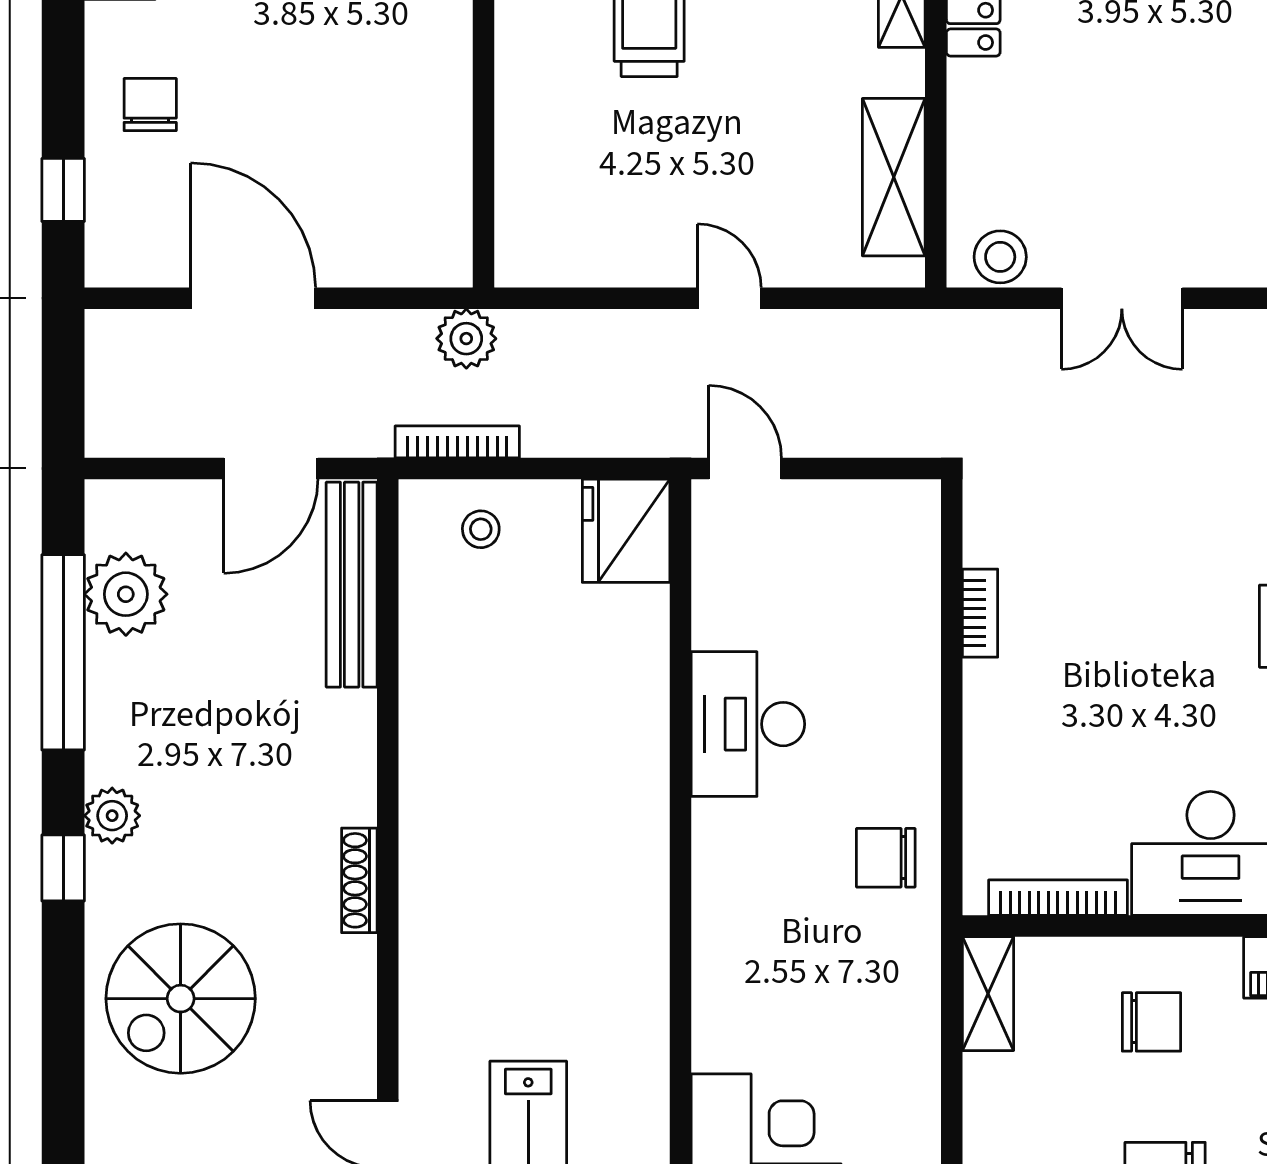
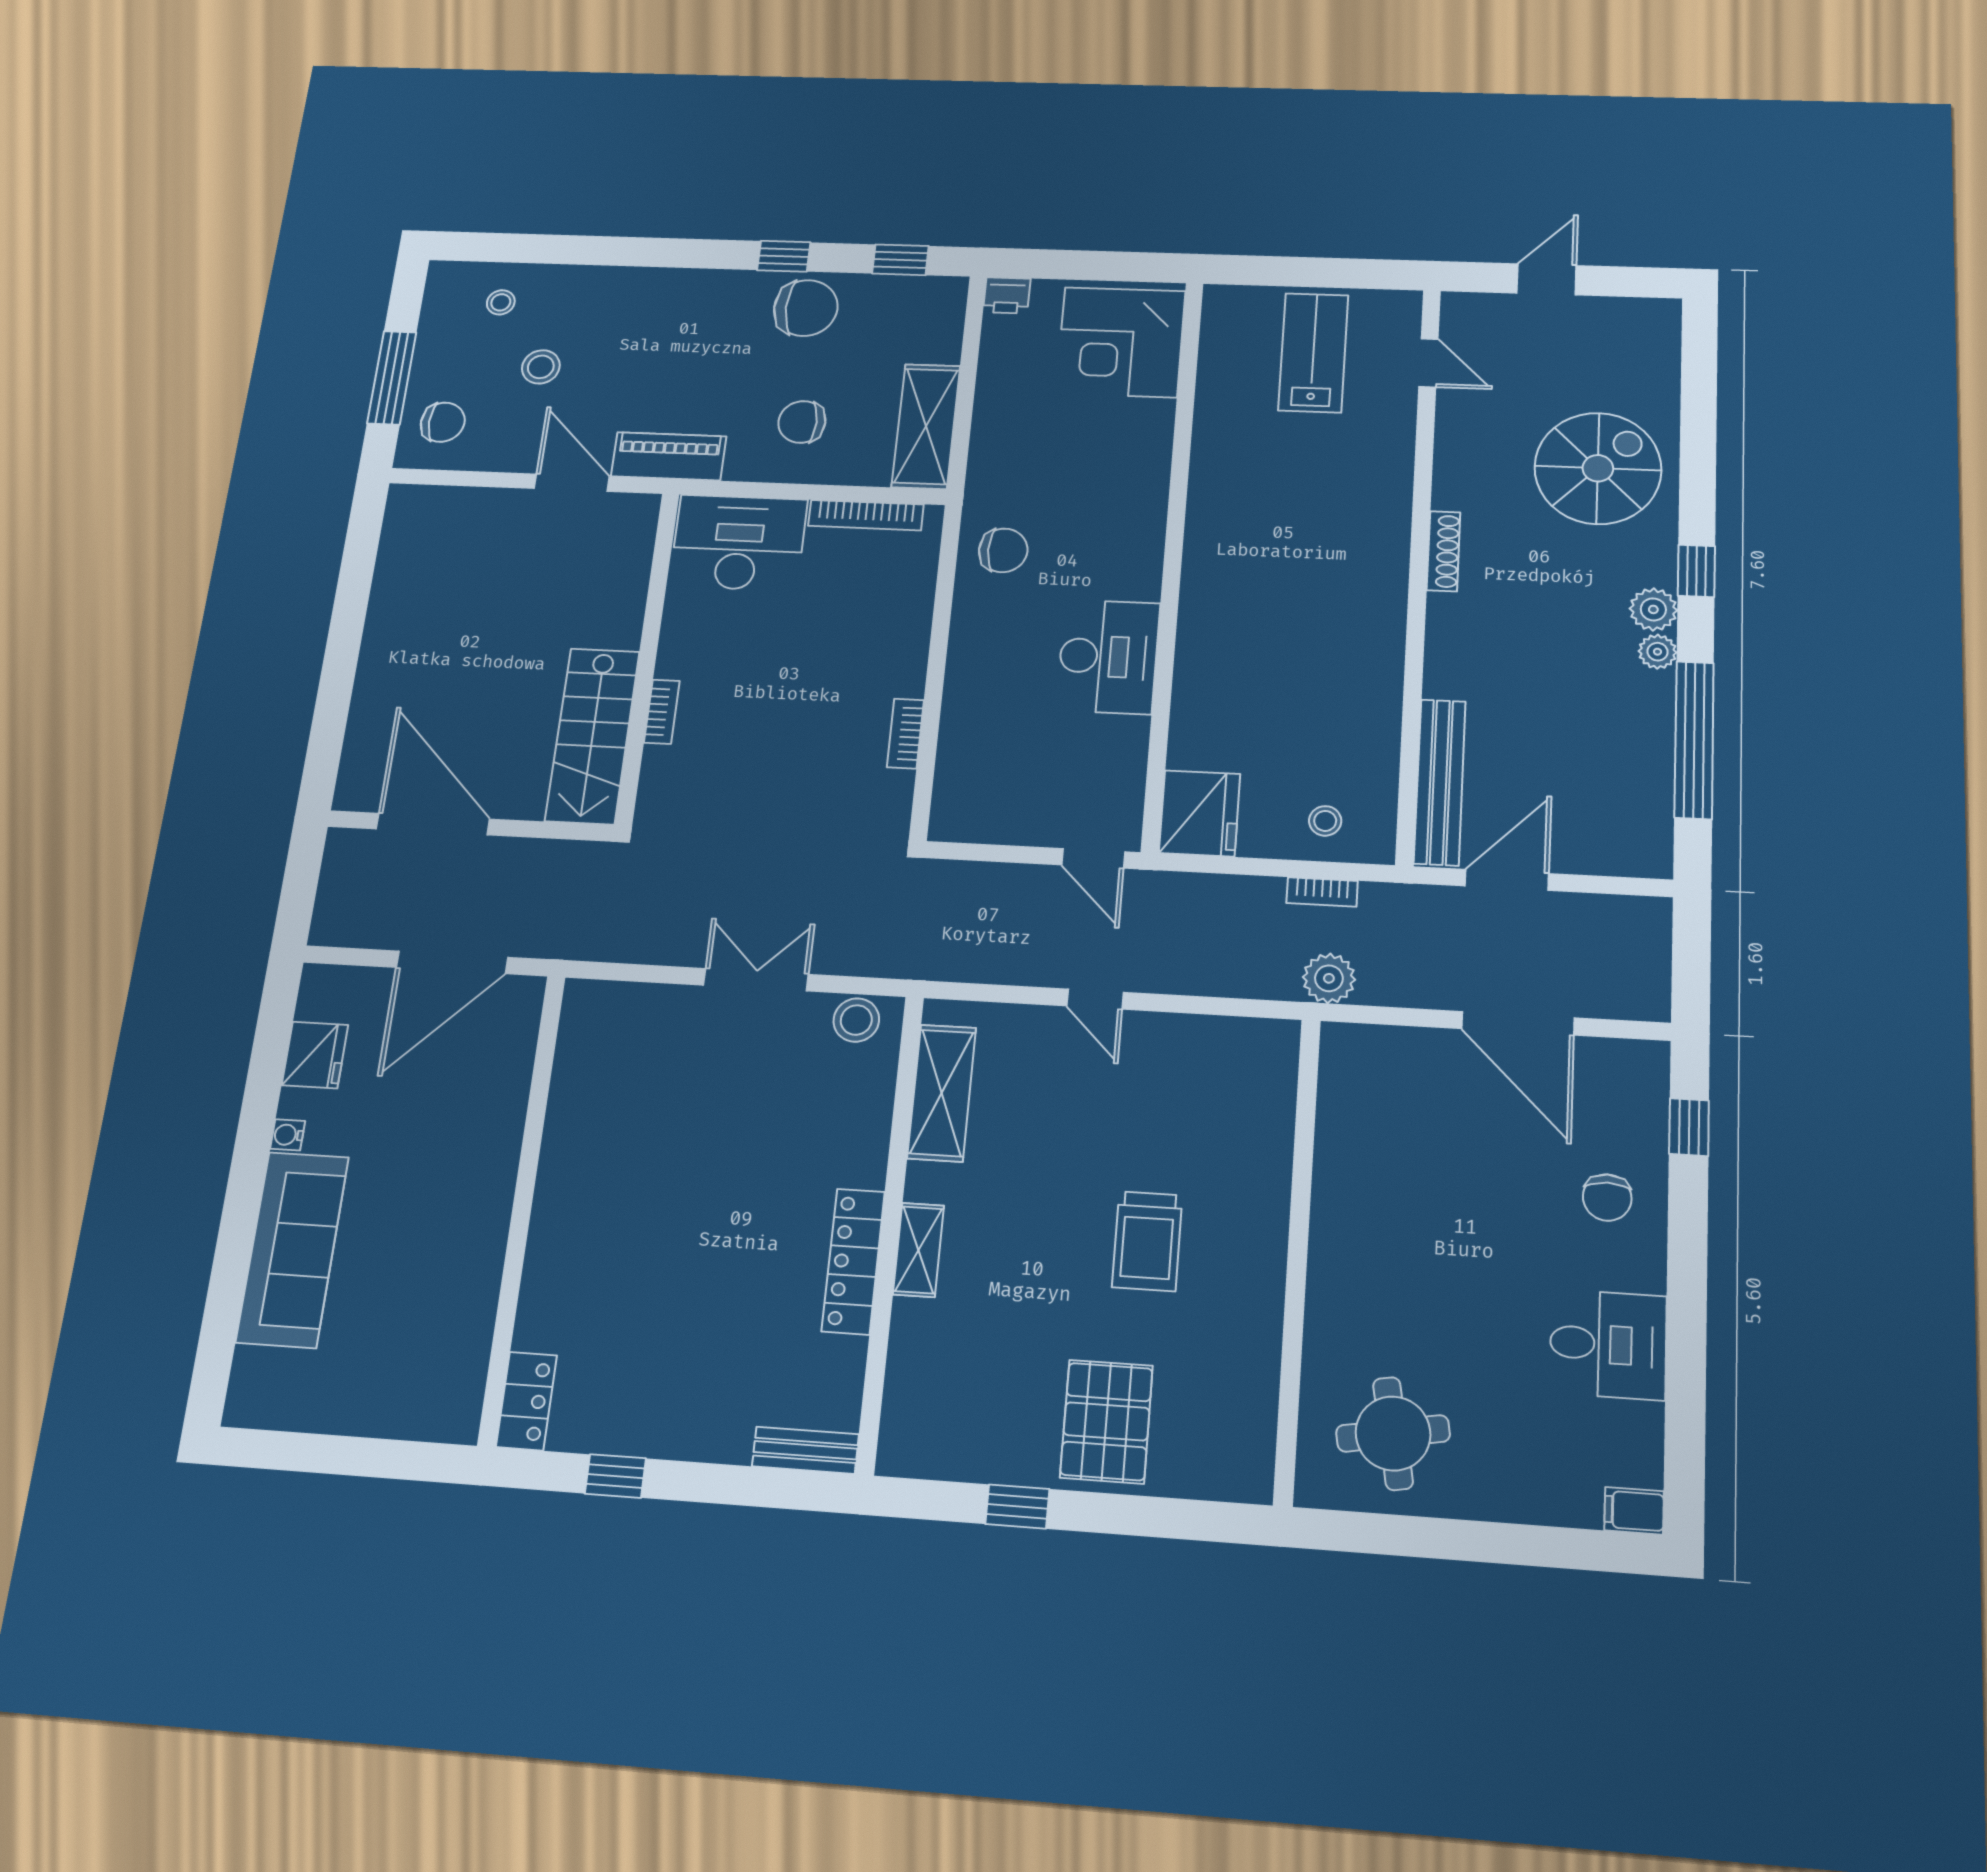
bookcase: (457, 442) -> (1322, 892), width x0.64
plant: (126, 594) -> (1658, 652), moved, width x0.53, depth x0.53
shelving: (988, 994) -> (926, 426), width x1.50, depth x1.33

